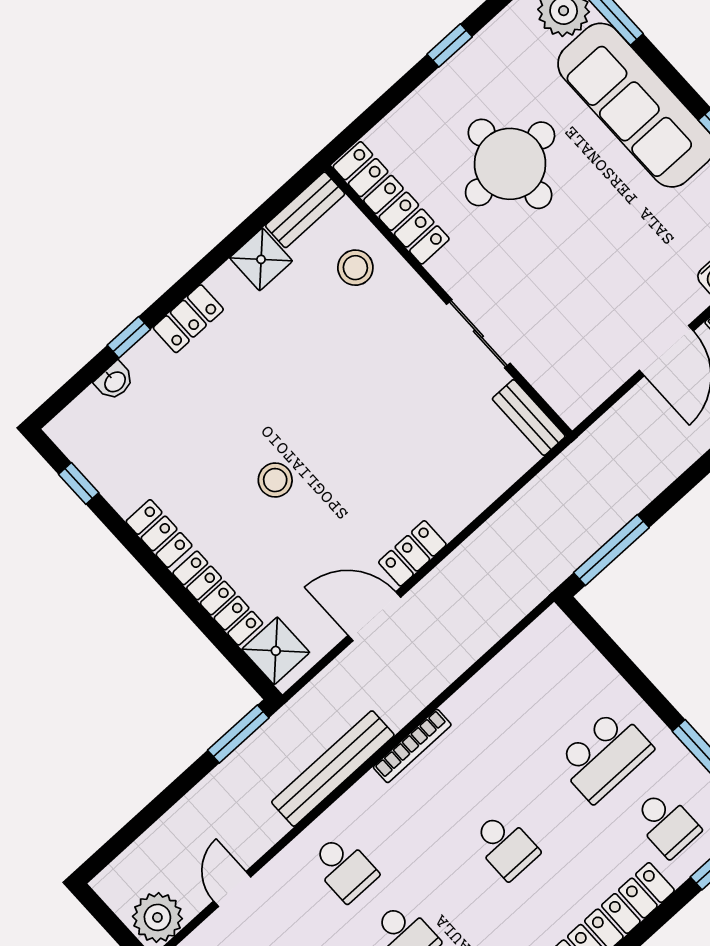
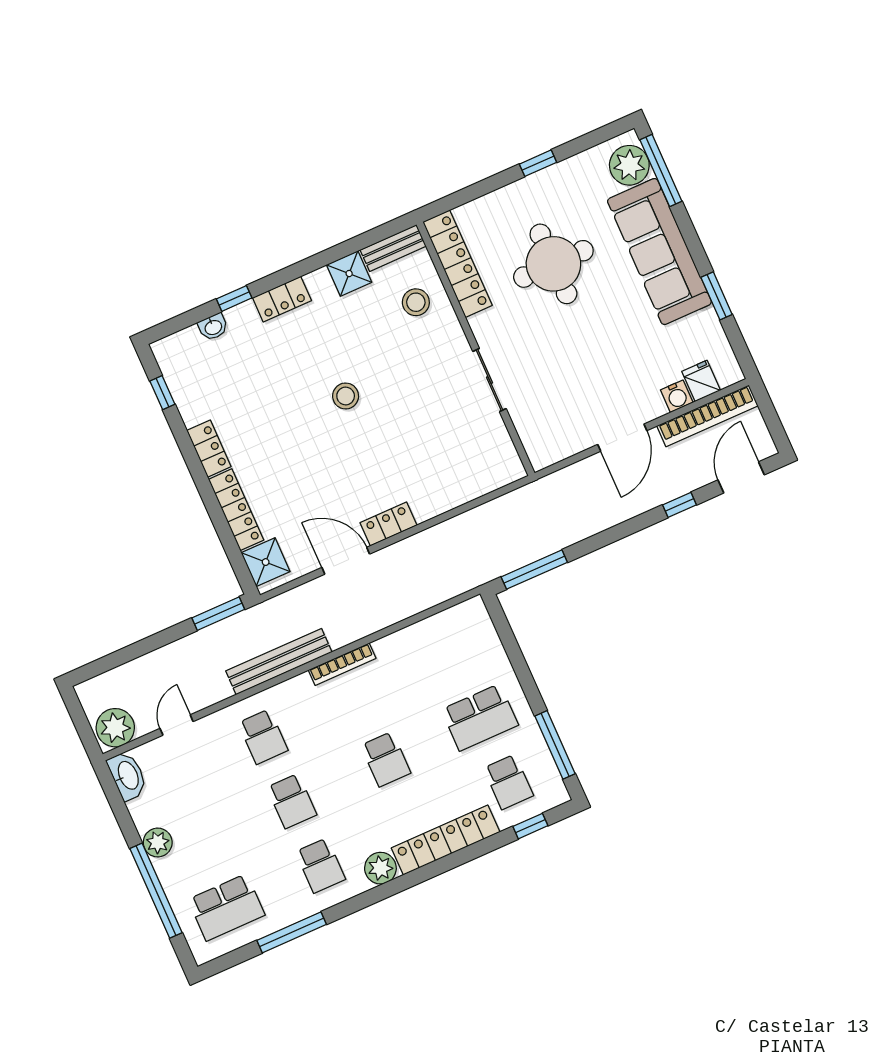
bench: (529, 418) -> (506, 453), removed
stool: (275, 480) -> (346, 396), moved

